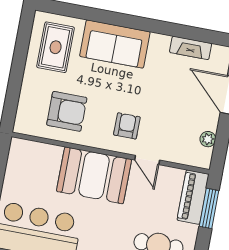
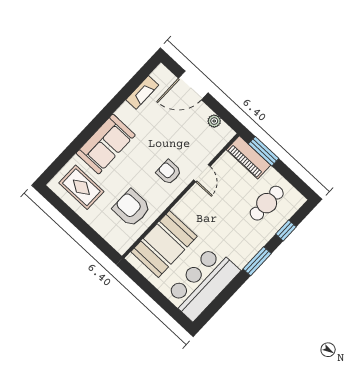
armchair: (67, 111) -> (132, 208), turned -90
door: (147, 160) -> (202, 173), hinge flipped
booth: (94, 175) -> (164, 244), moved

